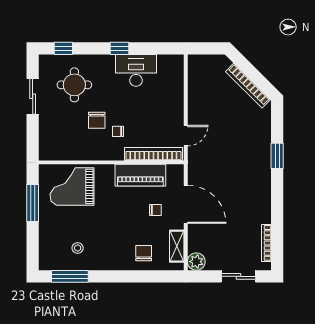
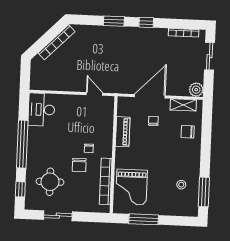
window: (120, 48) -> (22, 144), width x3.17
desk: (136, 70) -> (41, 110), moved
chair: (97, 120) -> (79, 165), turned 90
bookcase: (153, 154) -> (106, 181), moved
piano: (140, 175) -> (123, 132), width x0.73, depth x0.75
window: (277, 196) -> (146, 22), added

